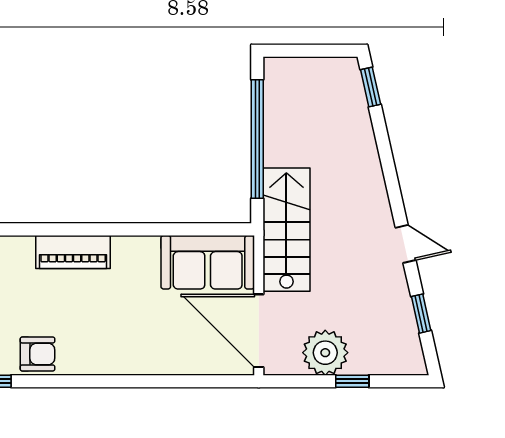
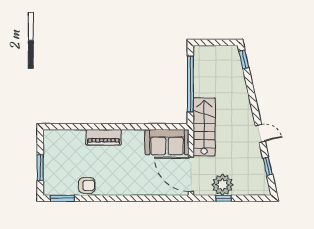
window: (352, 381) -> (224, 198), moved

